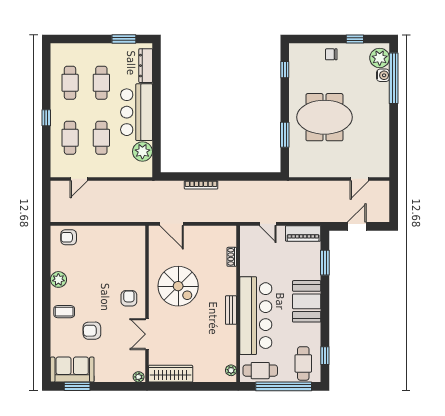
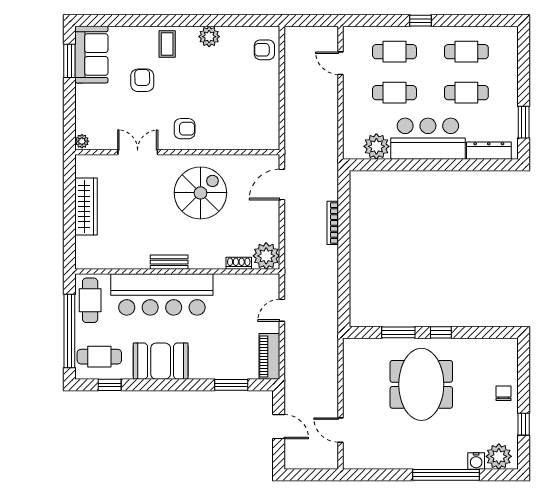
window: (285, 70) -> (441, 332), moved
window: (394, 78) -> (446, 475), moved
armchair: (69, 237) -> (264, 50), turned -90
spiral stairs: (178, 286) -> (200, 193), turned 180
booth: (307, 301) -> (161, 361), moved
plant: (231, 370) -> (266, 256), moved, width x1.87, depth x1.87
wardrobe: (171, 374) -> (86, 206), moved

